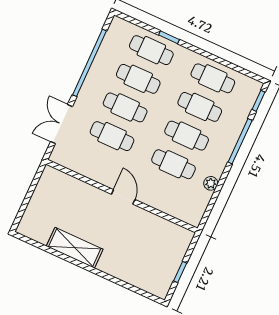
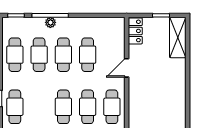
cafe table: (138, 79) -> (112, 107), moved
plant: (211, 183) -> (50, 22), moved
door: (123, 197) -> (127, 68), moved
locker: (176, 233) -> (135, 31), added
shelving: (75, 248) -> (178, 37), moved

